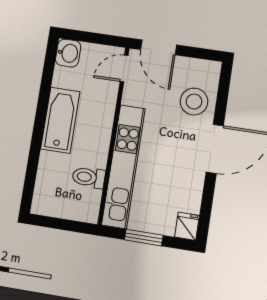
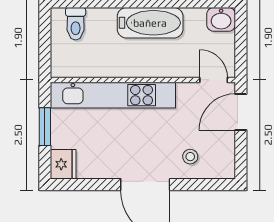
stool: (194, 102) -> (190, 157), width x0.53, depth x0.53
toilet: (89, 177) -> (76, 24), moved, turned 180
fridge: (187, 226) -> (63, 164), width x1.38

